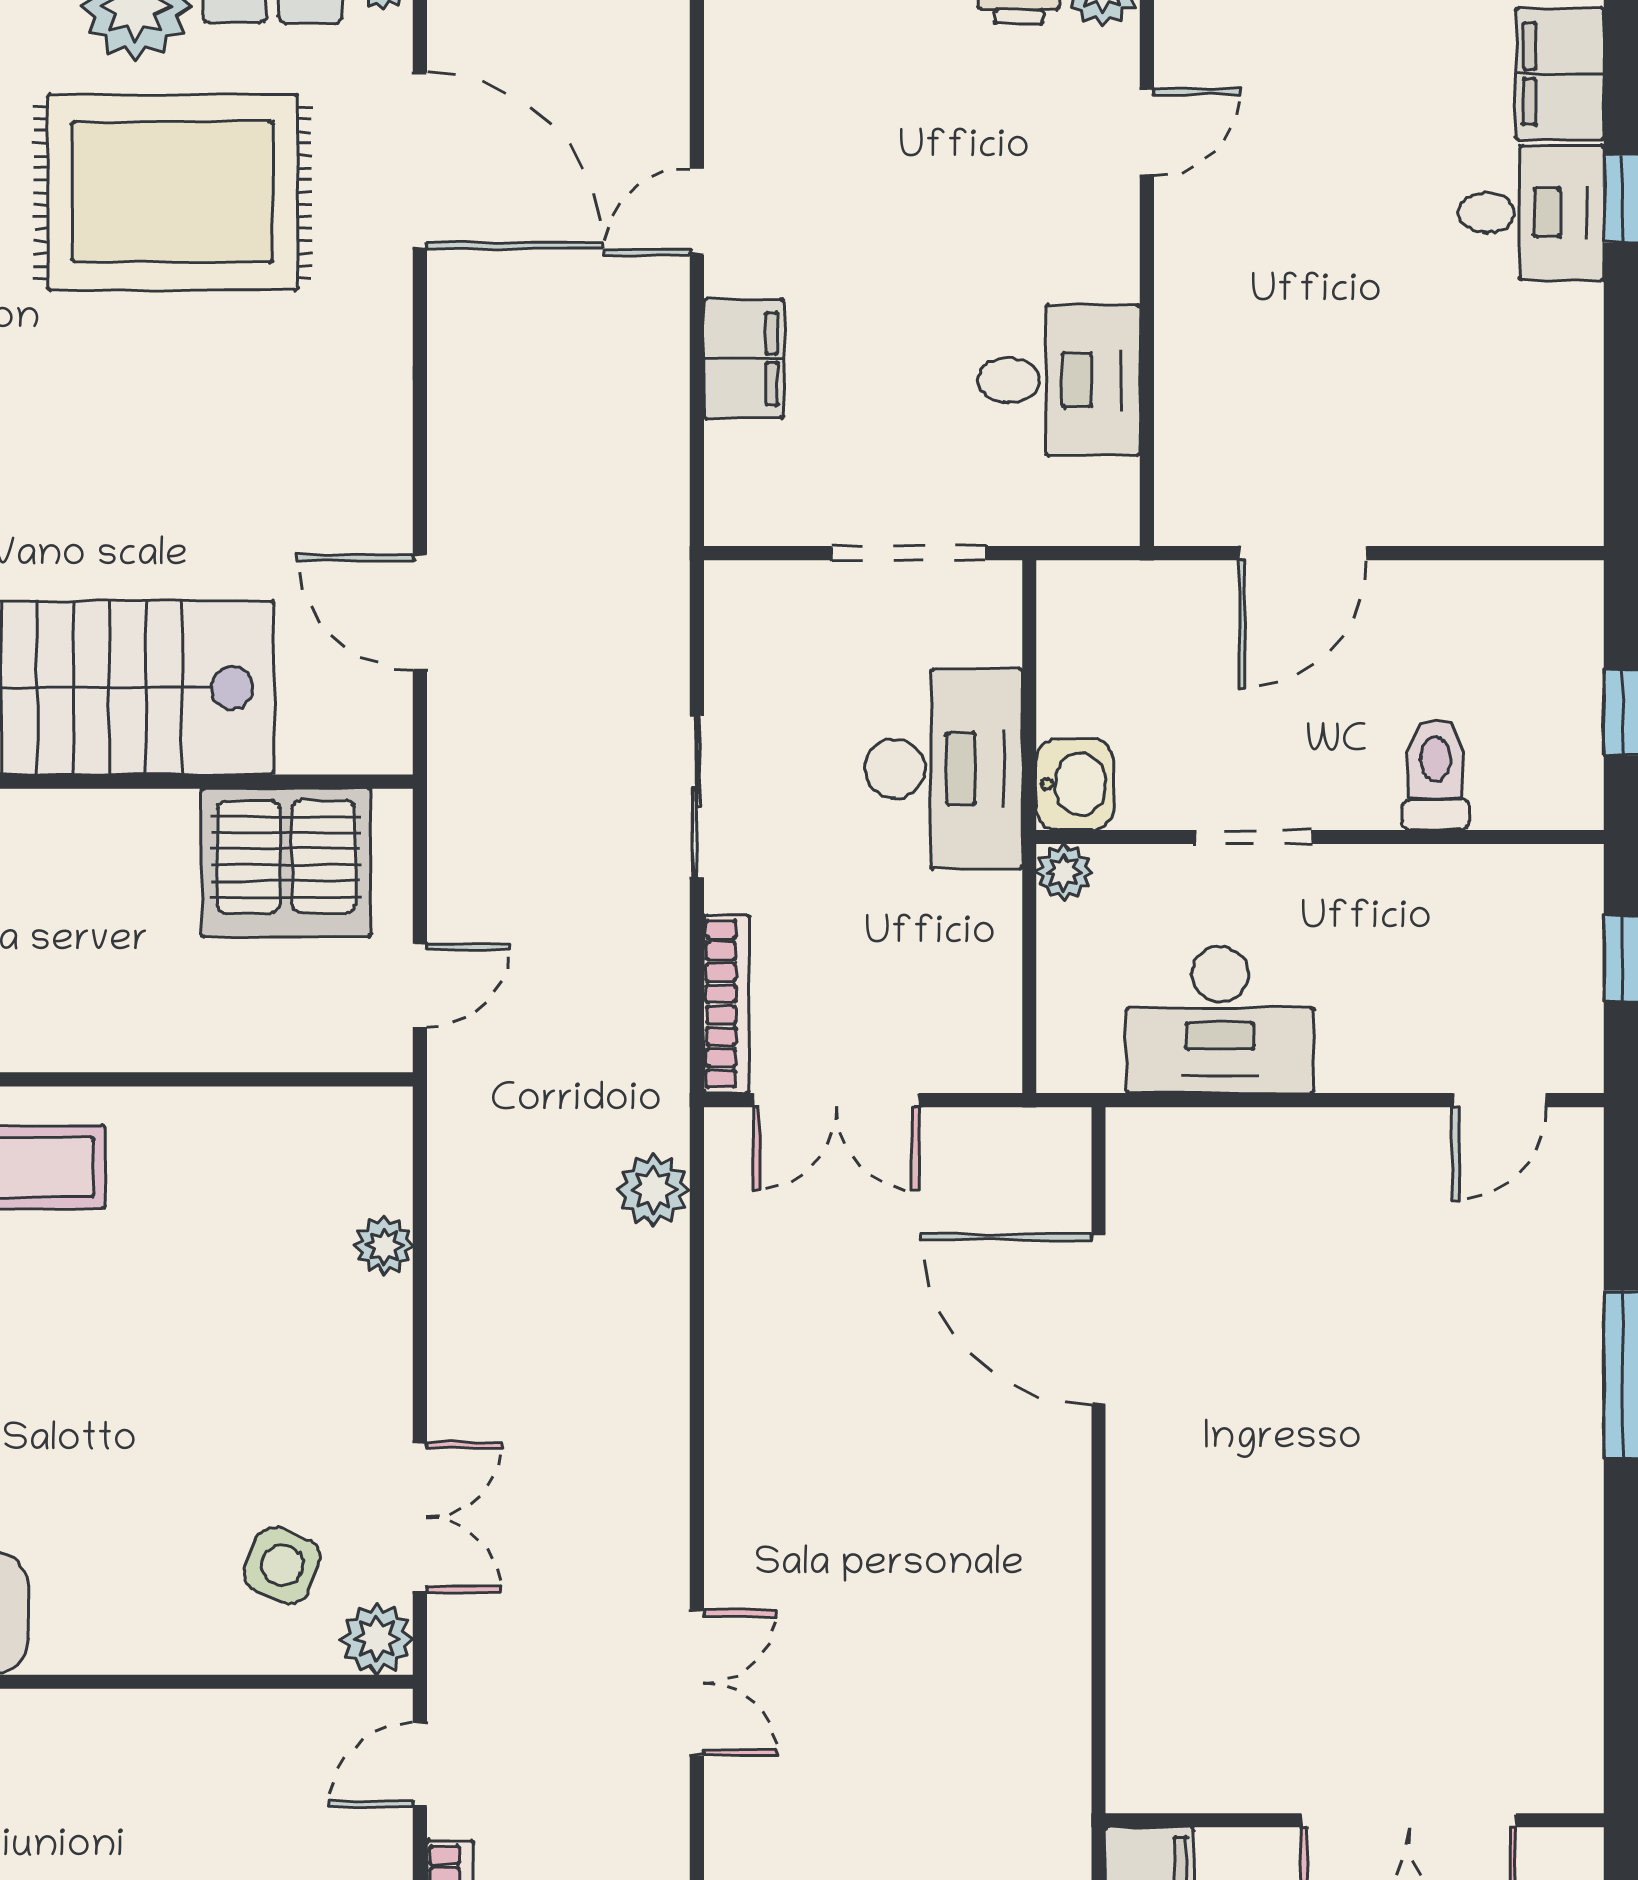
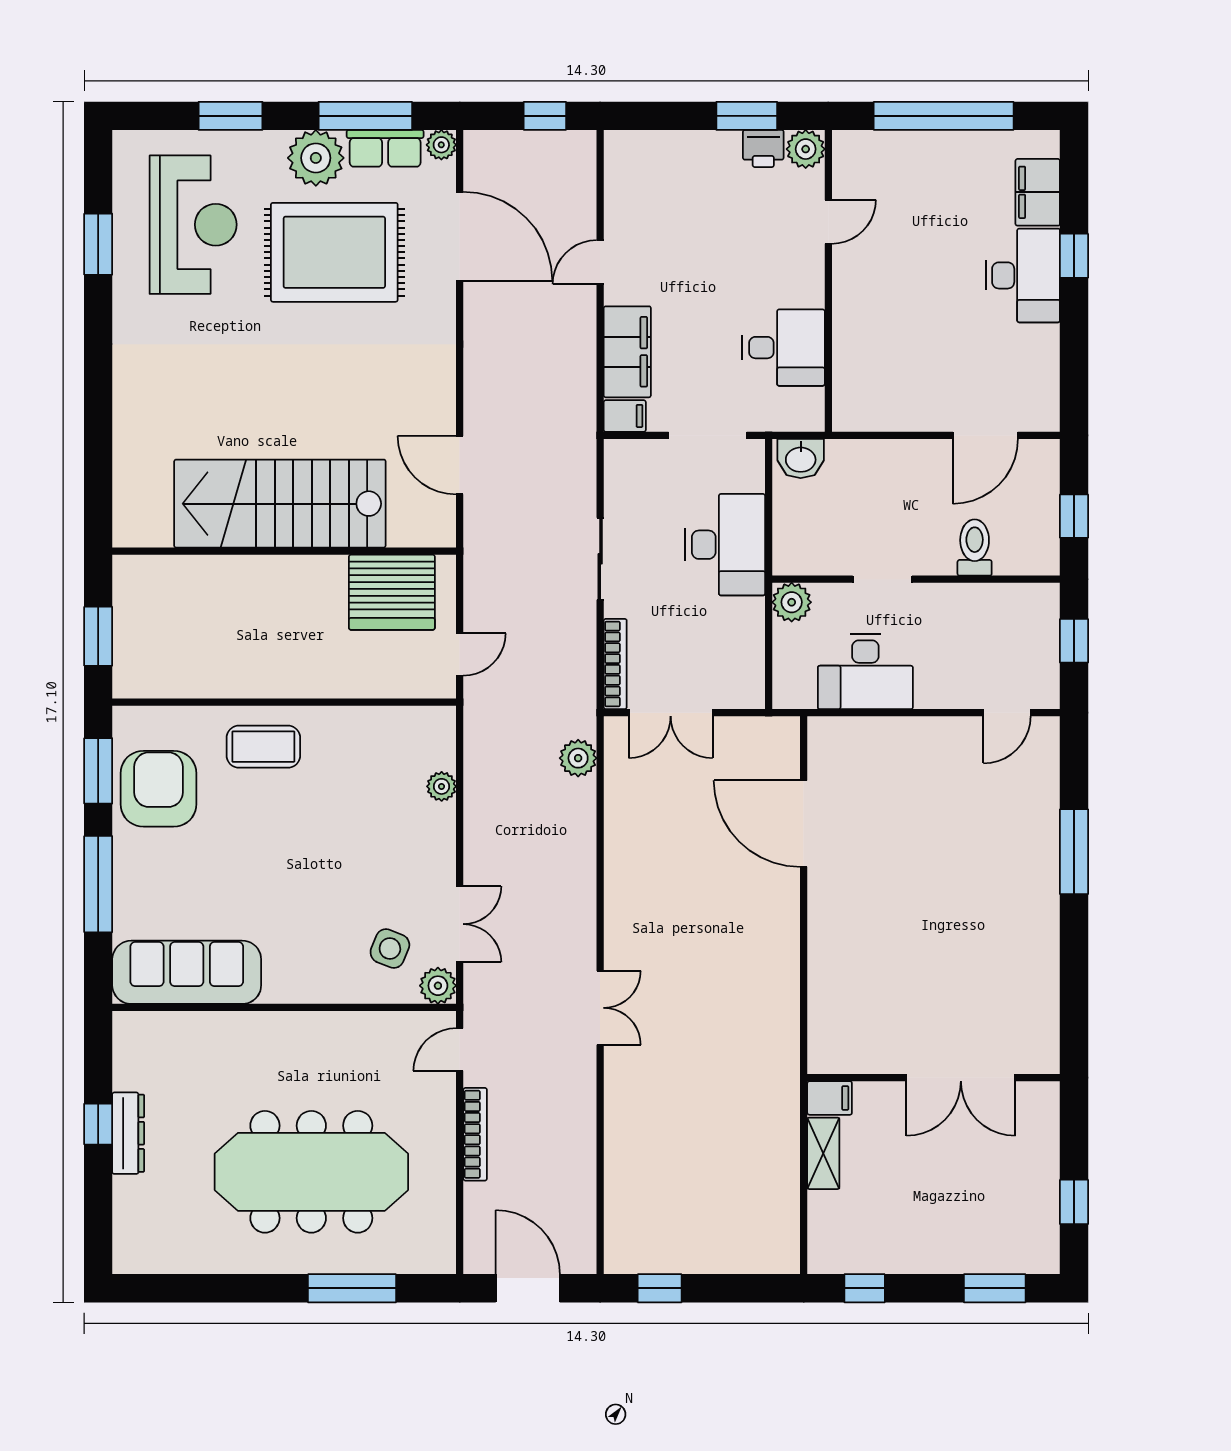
desk: (1531, 213) -> (1023, 275), width x1.37
filing cabinet: (744, 358) -> (627, 352), width x1.50, depth x1.17
filing cabinet: (745, 515) -> (625, 416), added
door: (1303, 553) -> (985, 435), moved
washbasin: (1075, 784) -> (801, 458), moved, turned 90
plant: (1064, 872) -> (792, 602), width x1.38, depth x1.38

